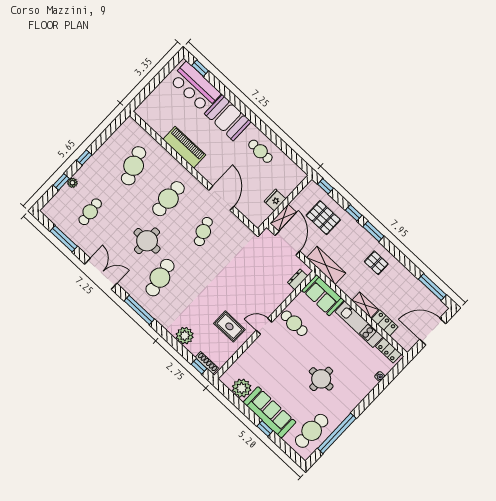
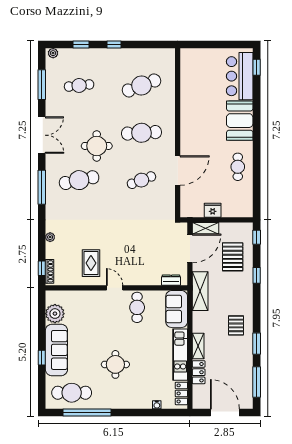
piano: (184, 147) -> (189, 109), removed
plant: (72, 183) -> (53, 53), moved
window: (373, 231) -> (257, 344), moved
plant: (185, 336) -> (50, 237), width x0.53, depth x0.53

